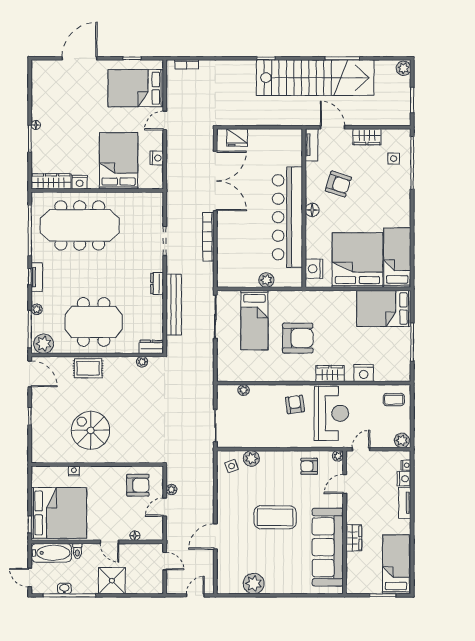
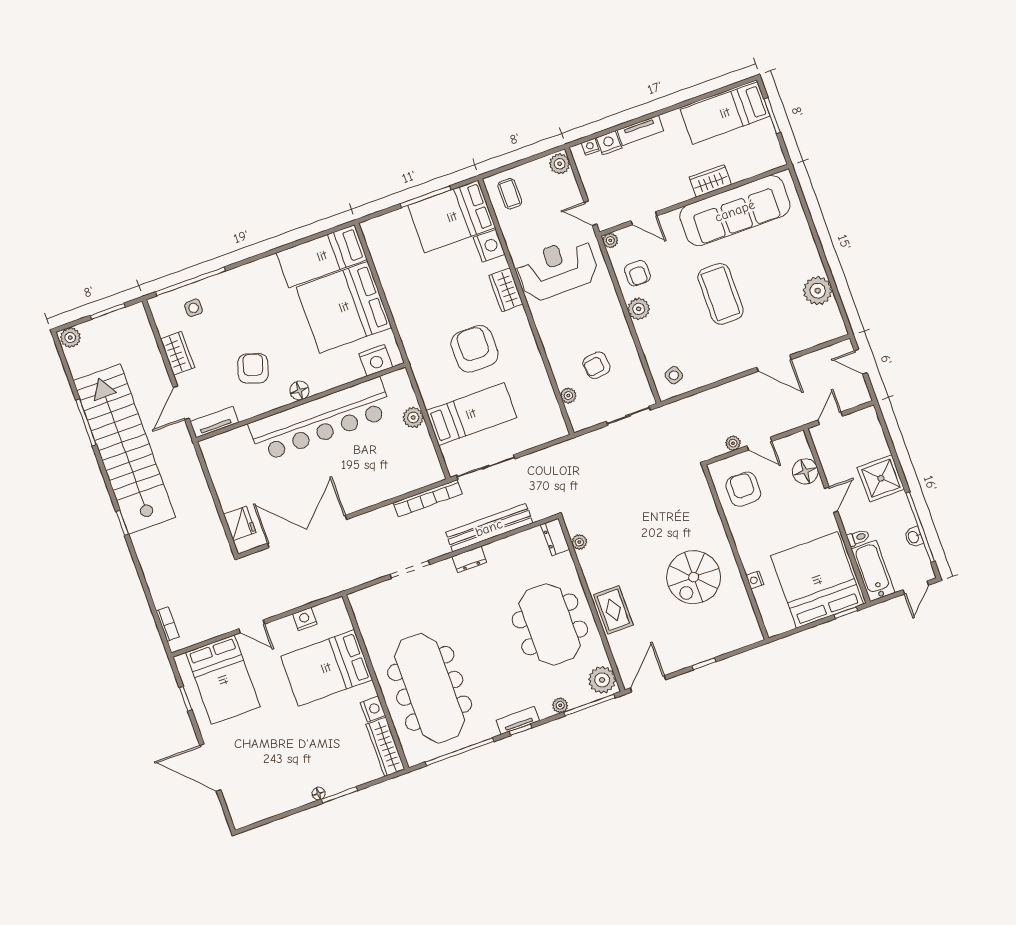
bookcase: (208, 237) -> (428, 498), moved
bed: (384, 308) -> (452, 217), moved, turned 90
armchair: (295, 404) -> (597, 365), moved
plant: (251, 458) -> (639, 309), moved
floor lamp: (135, 536) -> (805, 471), width x1.89, depth x1.89

